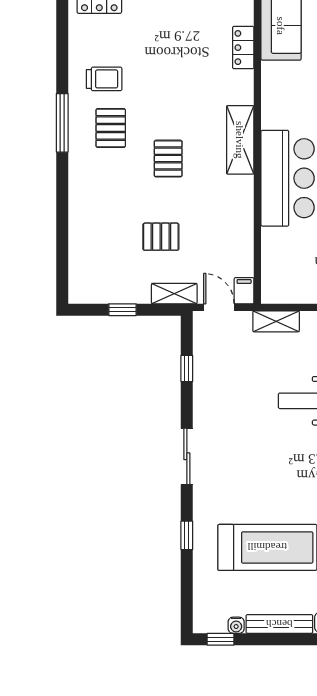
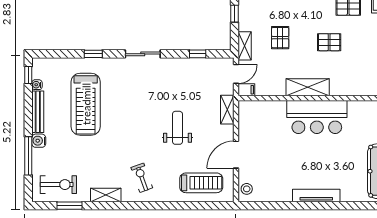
shelving: (240, 140) -> (308, 87), moved

